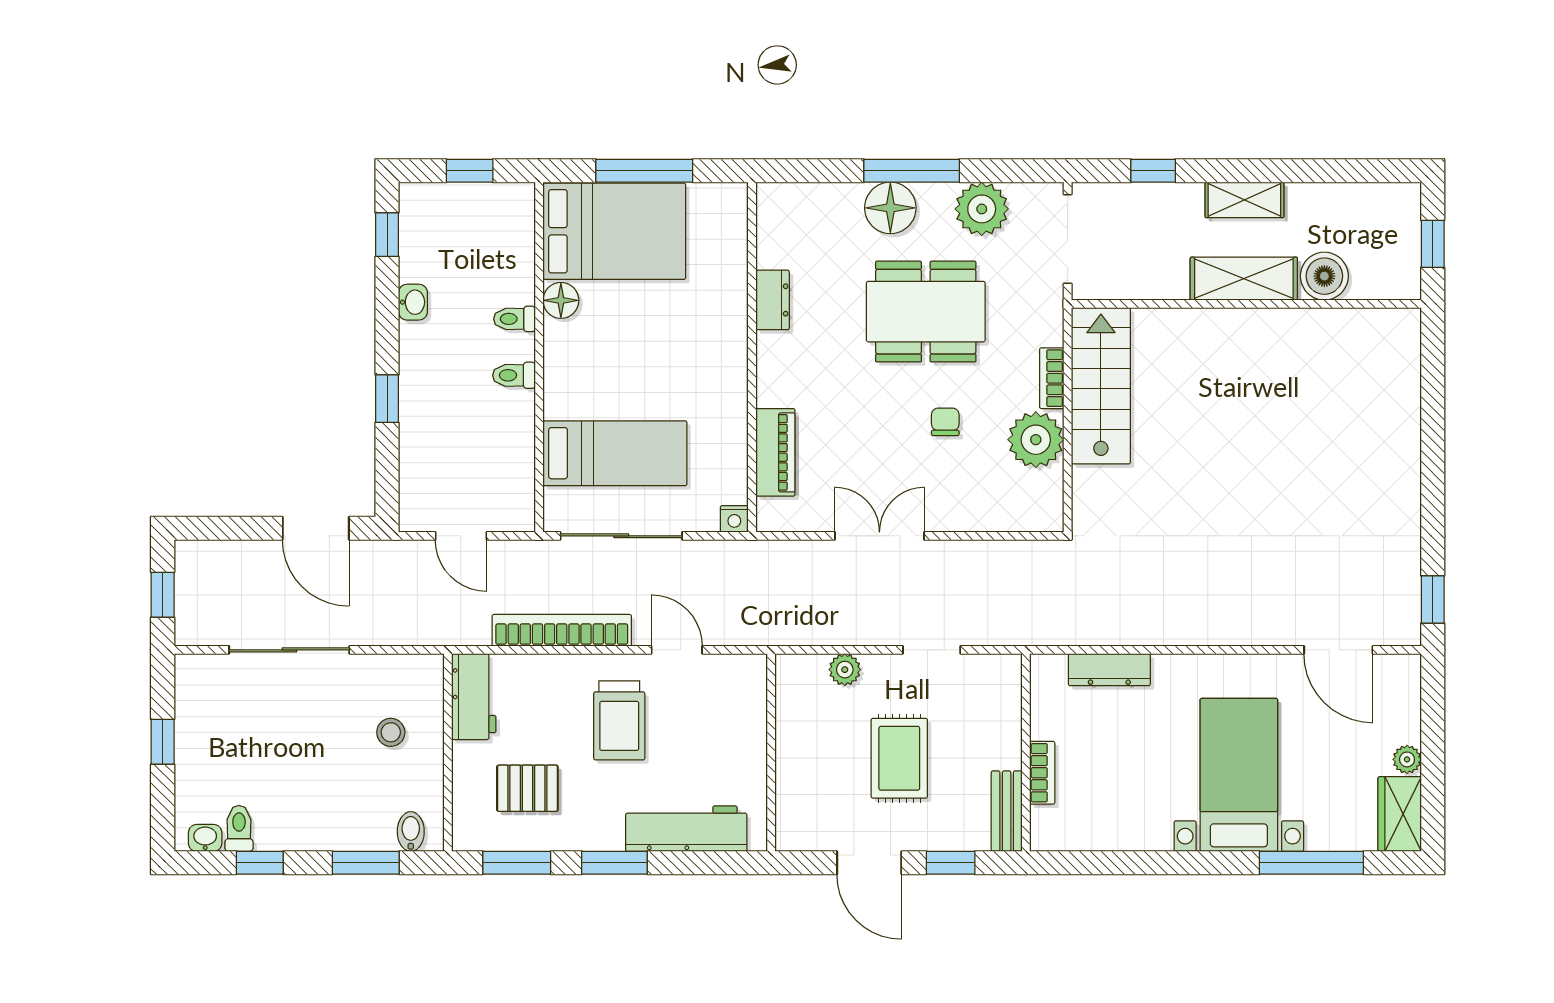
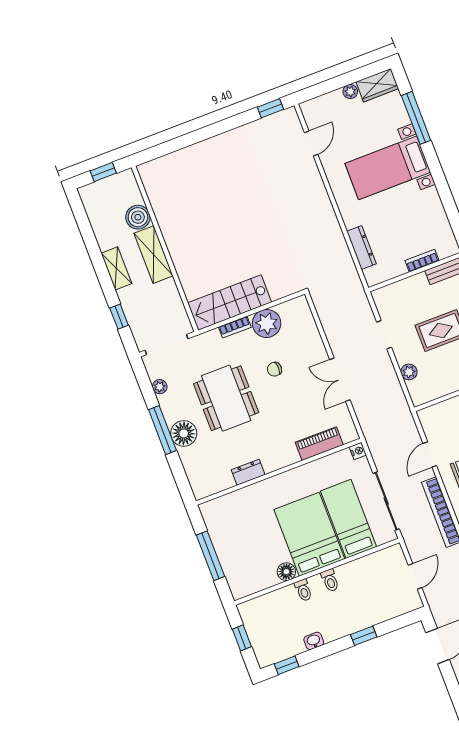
plant: (982, 209) -> (160, 387), width x0.53, depth x0.53
bed: (614, 231) -> (309, 534), moved
door: (1338, 650) -> (311, 143), width x0.73

